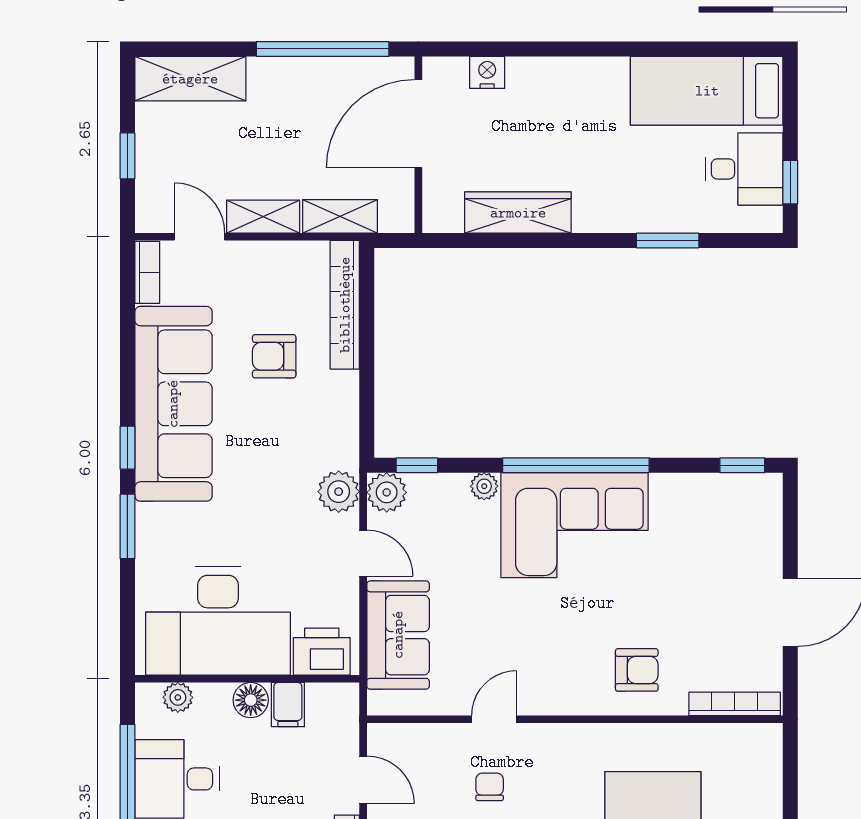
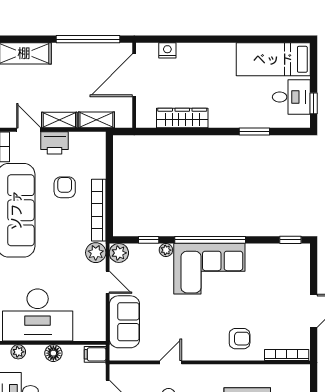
bookcase: (345, 305) -> (99, 210), moved
armchair: (274, 356) -> (65, 187), turned 90
window: (417, 465) -> (149, 240), moved
printer: (322, 652) -> (55, 143), moved, turned 180
filing cabinet: (288, 705) -> (95, 354), moved, turned 90

